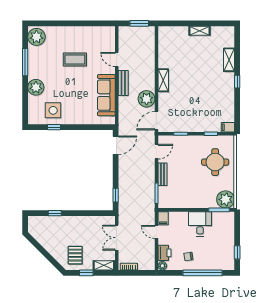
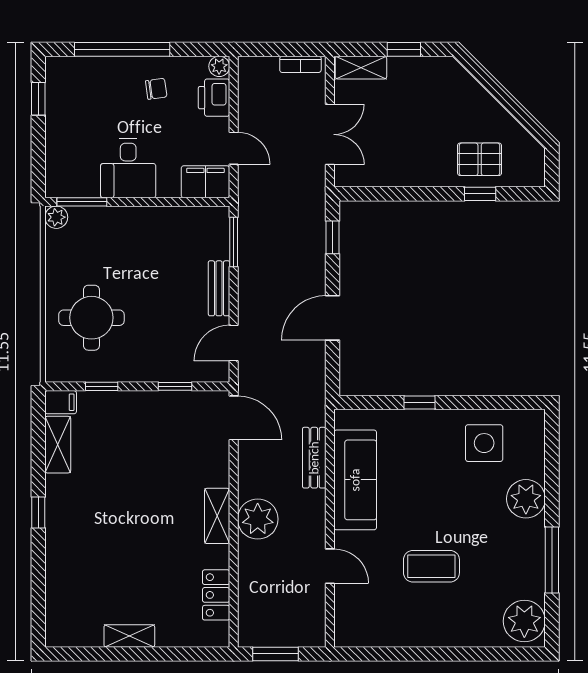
locker: (164, 48) -> (216, 595), added
shelving: (229, 60) -> (58, 445), moved
bench: (123, 83) -> (314, 458), moved
plant: (147, 99) -> (258, 519), moved
door: (156, 121) -> (234, 418), hinge flipped
window: (54, 127) -> (419, 402), moved
door: (116, 145) -> (333, 318), moved
plant: (226, 199) -> (56, 217), width x0.53, depth x0.53
filing cabinet: (163, 218) -> (205, 182), width x2.00
pallet: (75, 255) -> (480, 159), moved, turned 90

